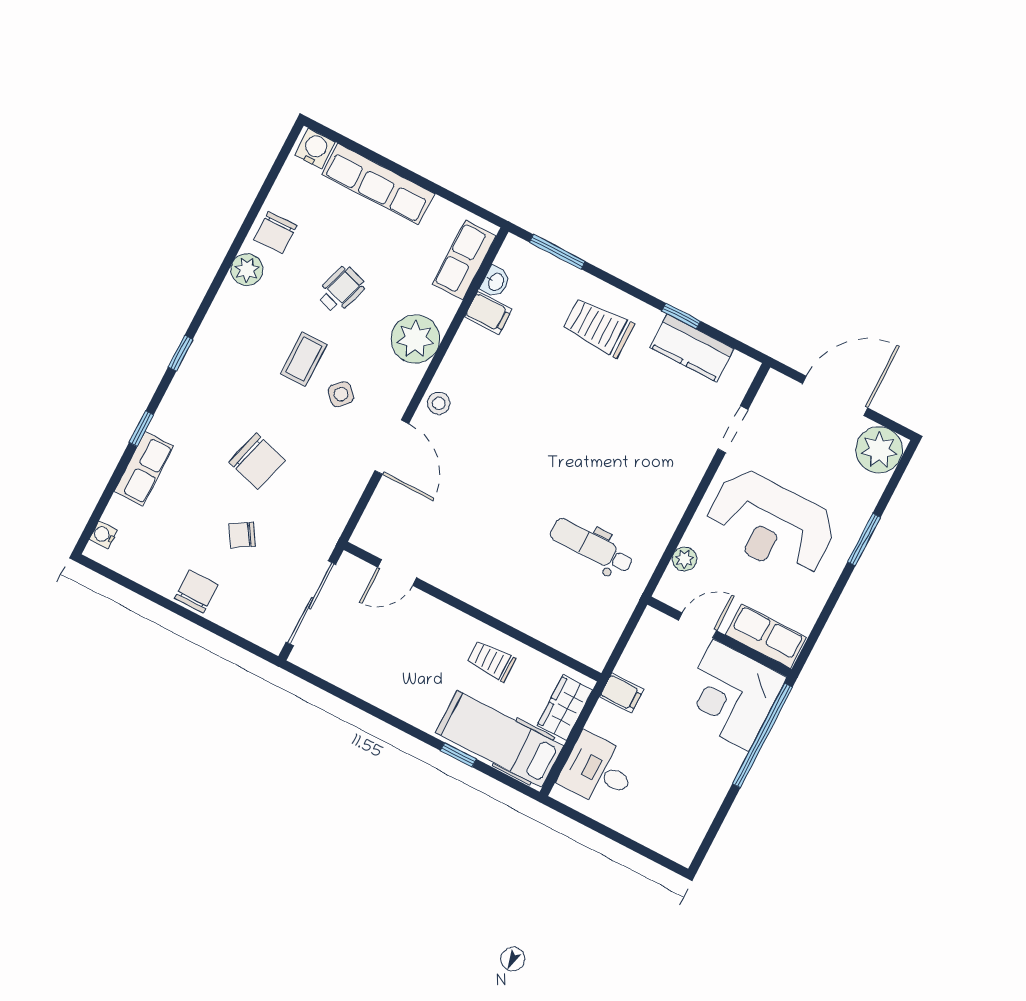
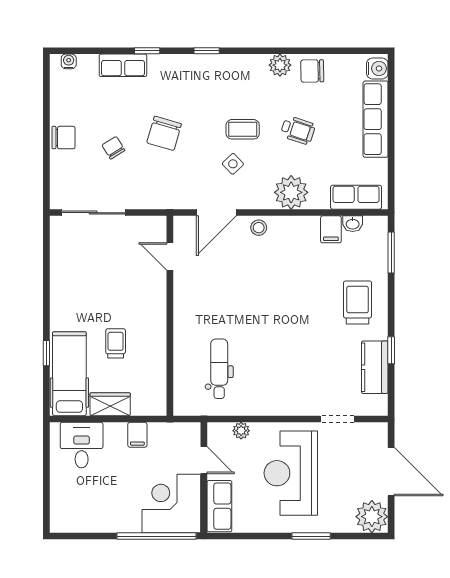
door: (397, 573) -> (170, 256), moved
wall: (473, 612) -> (170, 316), moved

